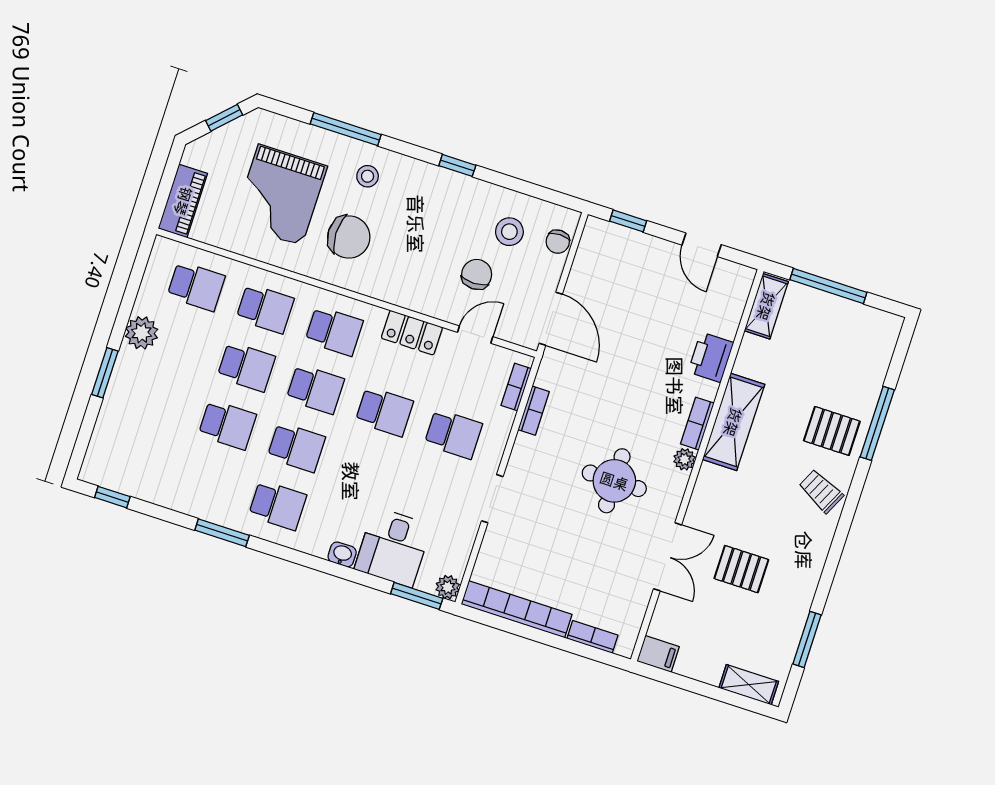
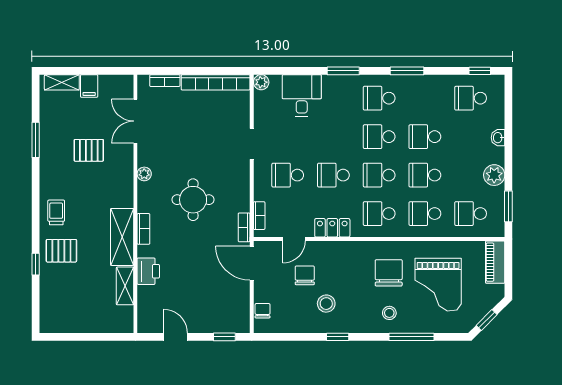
grand piano: (280, 195) -> (438, 285), turned 180
stool: (509, 232) -> (326, 304), moved
chair: (349, 237) -> (389, 273), turned 90
chair: (477, 274) -> (305, 275), turned 180
window: (828, 286) -> (92, 337), removed
shelving: (766, 306) -> (125, 286), moved
window: (105, 373) -> (508, 206), moved
bookcase: (534, 411) -> (244, 227), moved
window: (877, 423) -> (36, 264), width x0.46
plant: (684, 459) -> (144, 174), moved
school desk: (139, 460) -> (471, 98), added
round table: (614, 481) -> (193, 200), moved
trolley: (821, 491) -> (56, 212), turned -116
washbasin: (342, 554) -> (498, 138), moved, turned 90
double door: (667, 557) -> (135, 121), moved
window: (417, 596) -> (343, 71), moved
window: (807, 639) -> (36, 140), moved
filing cabinet: (658, 654) -> (89, 86), moved, turned -90

